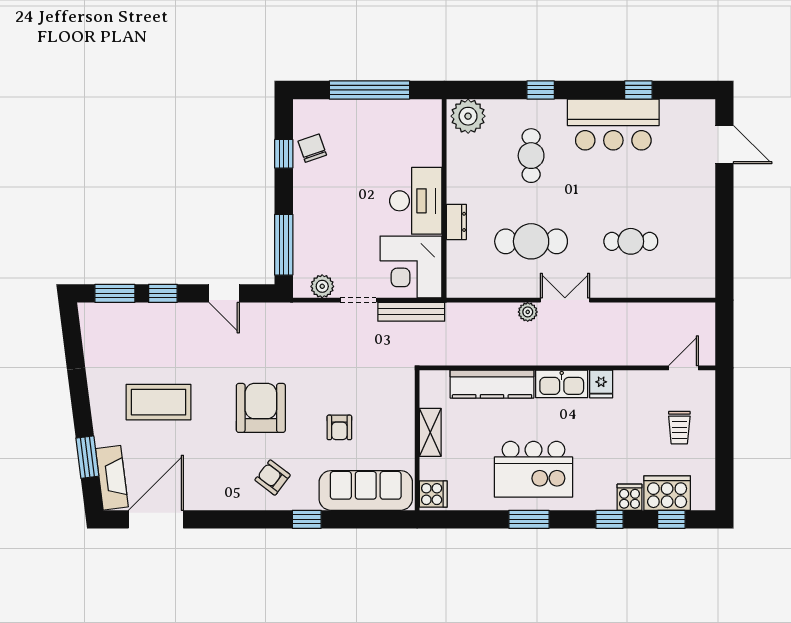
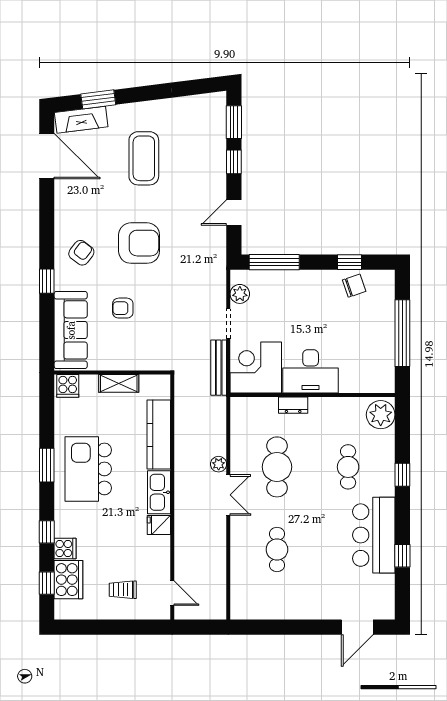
cafe table: (531, 156) -> (348, 467), turned 90

